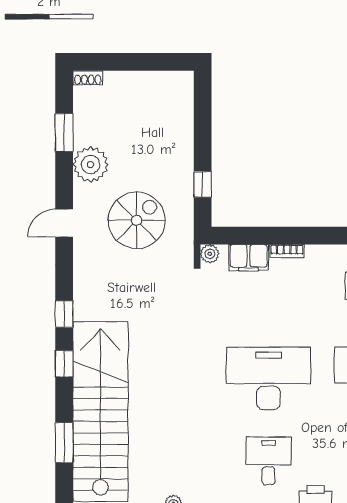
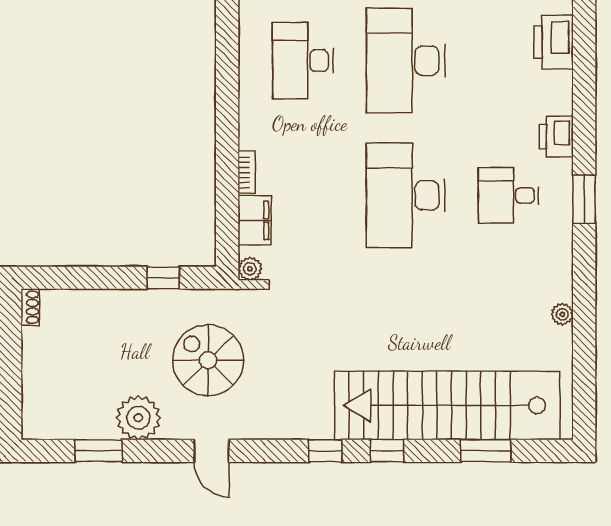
shoe rack: (88, 78) -> (30, 307), moved

